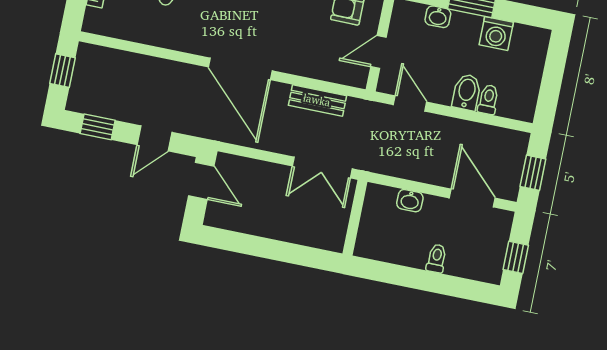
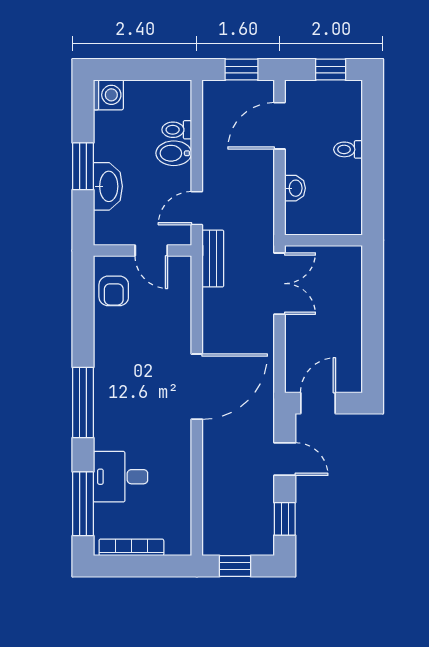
washbasin: (438, 17) -> (108, 186), width x1.91, depth x1.45
washing machine: (496, 33) -> (108, 95), moved
bench: (317, 100) -> (213, 259), moved

